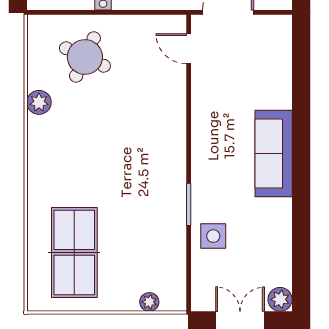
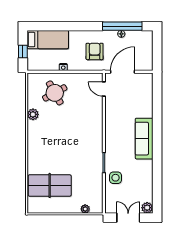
round table: (85, 57) -> (55, 93), turned 36
table tennis table: (74, 252) -> (50, 185), turned 90

